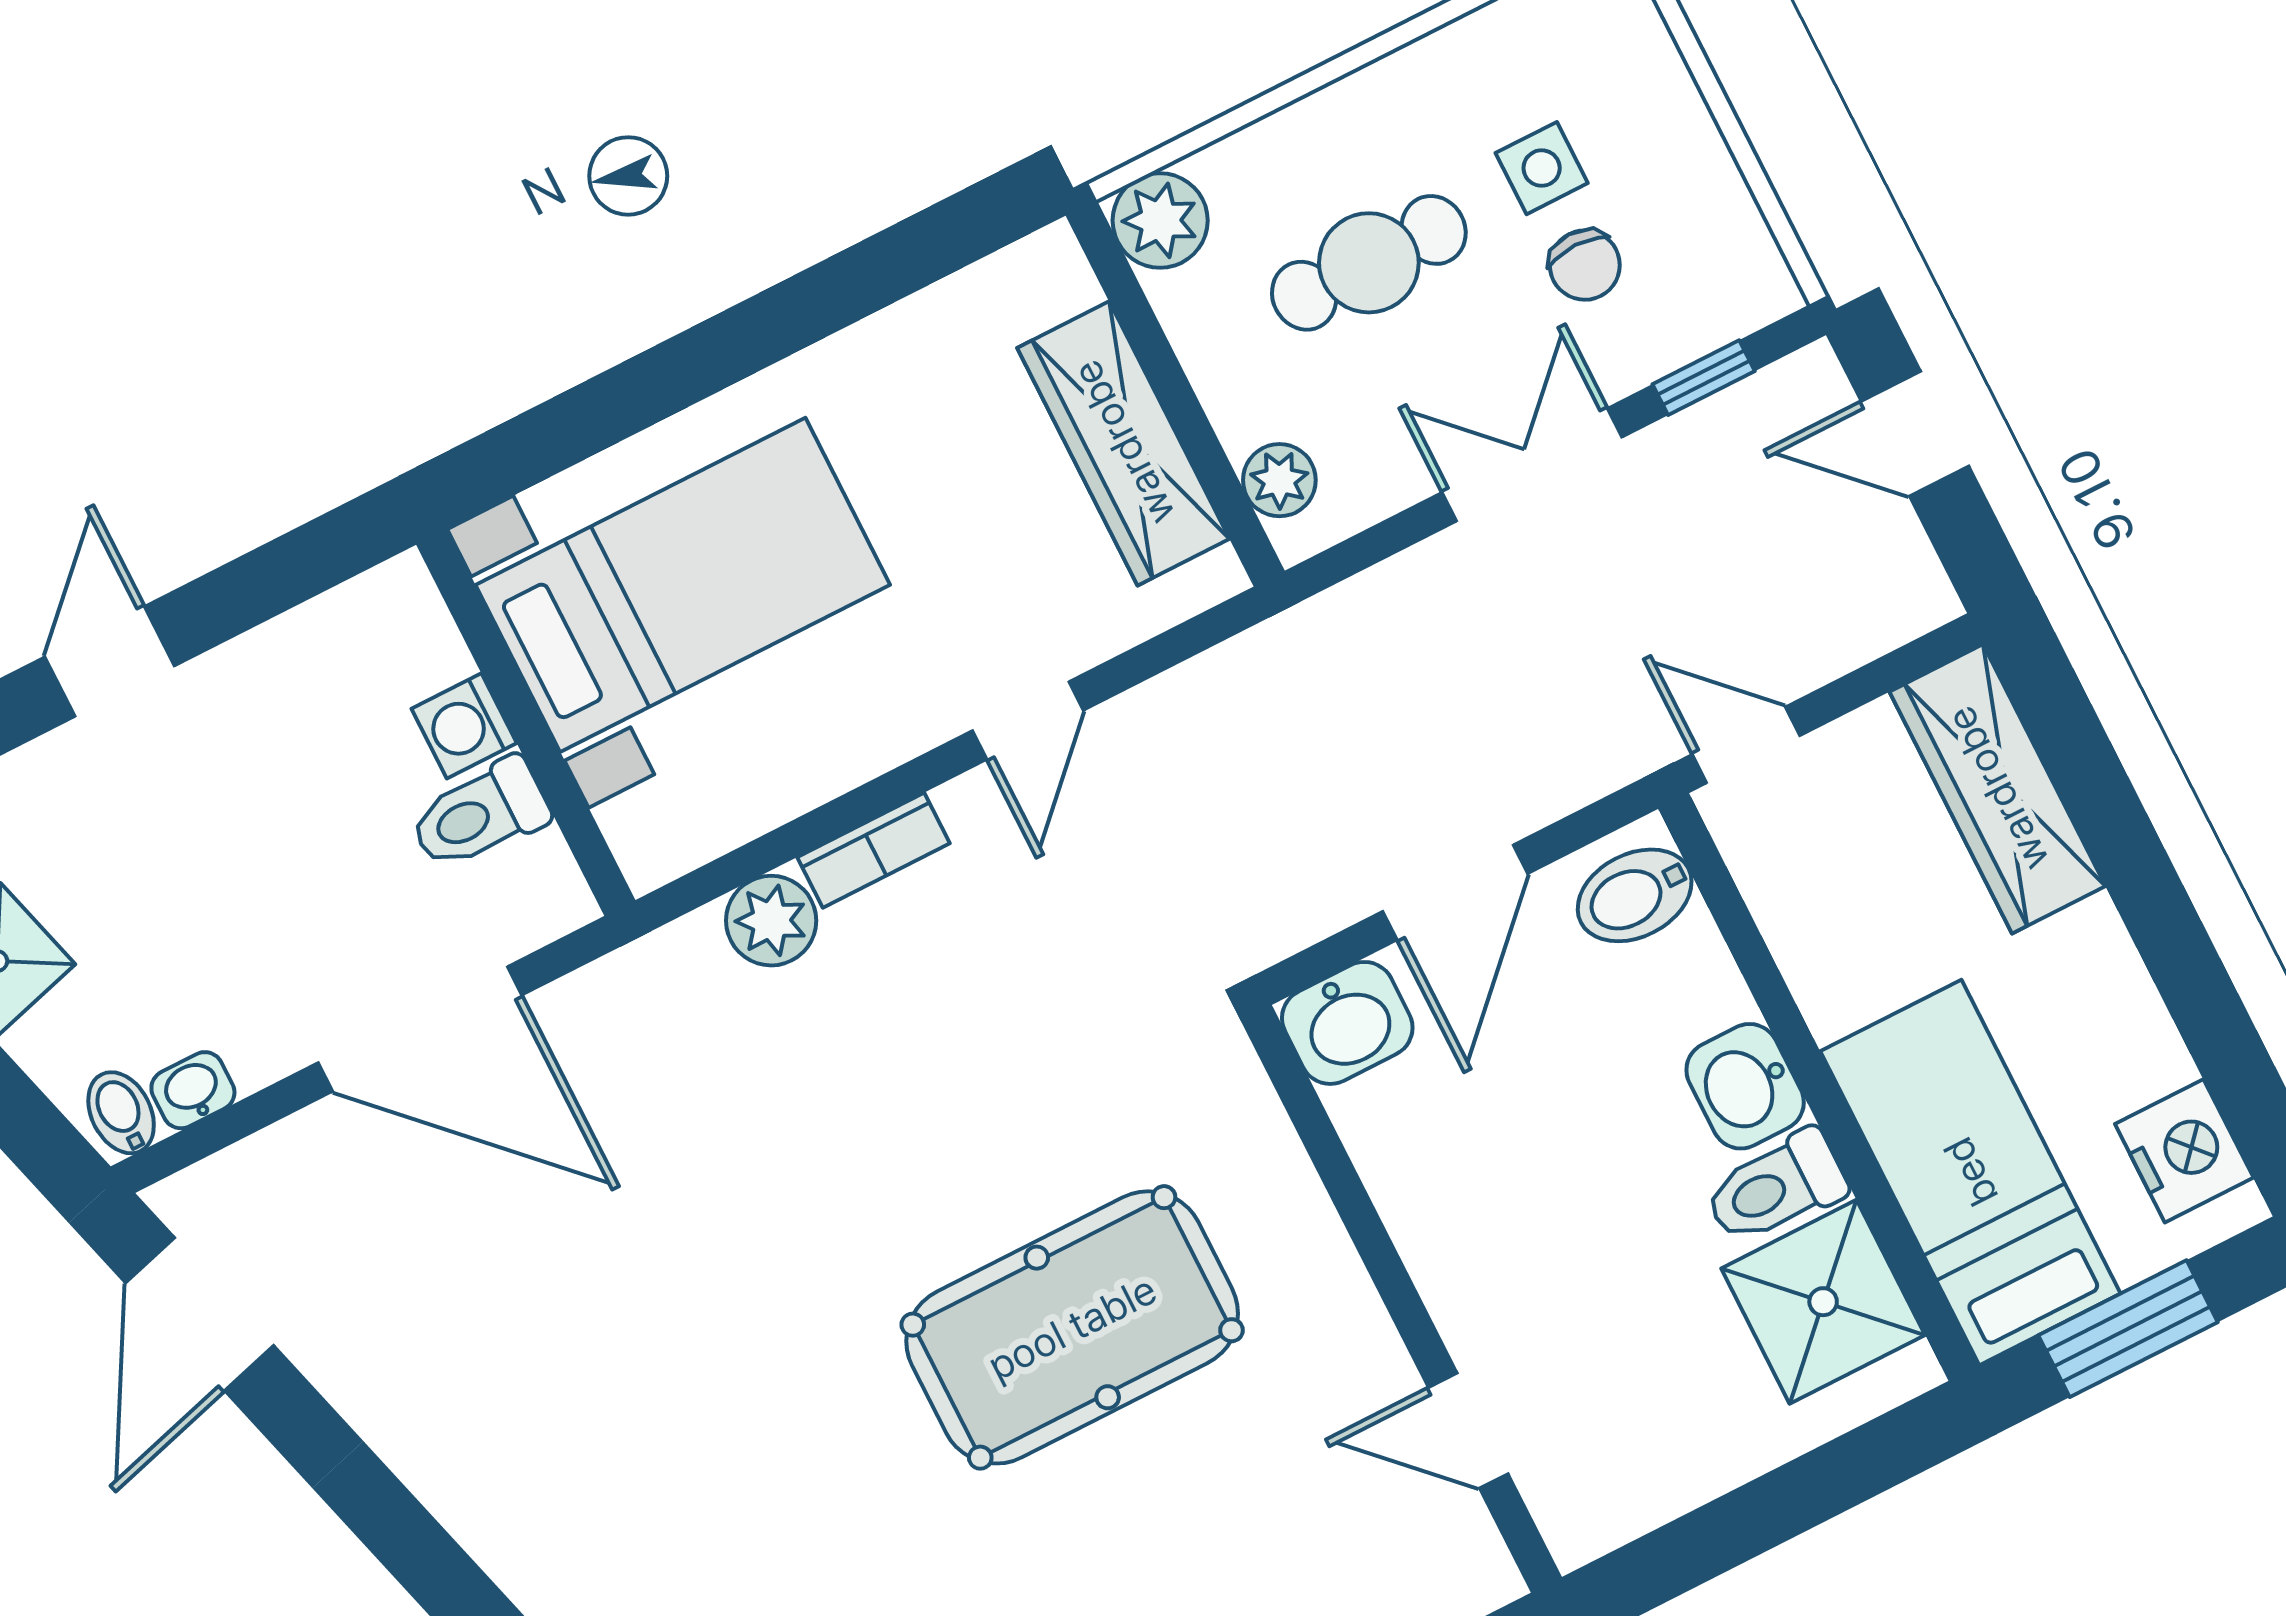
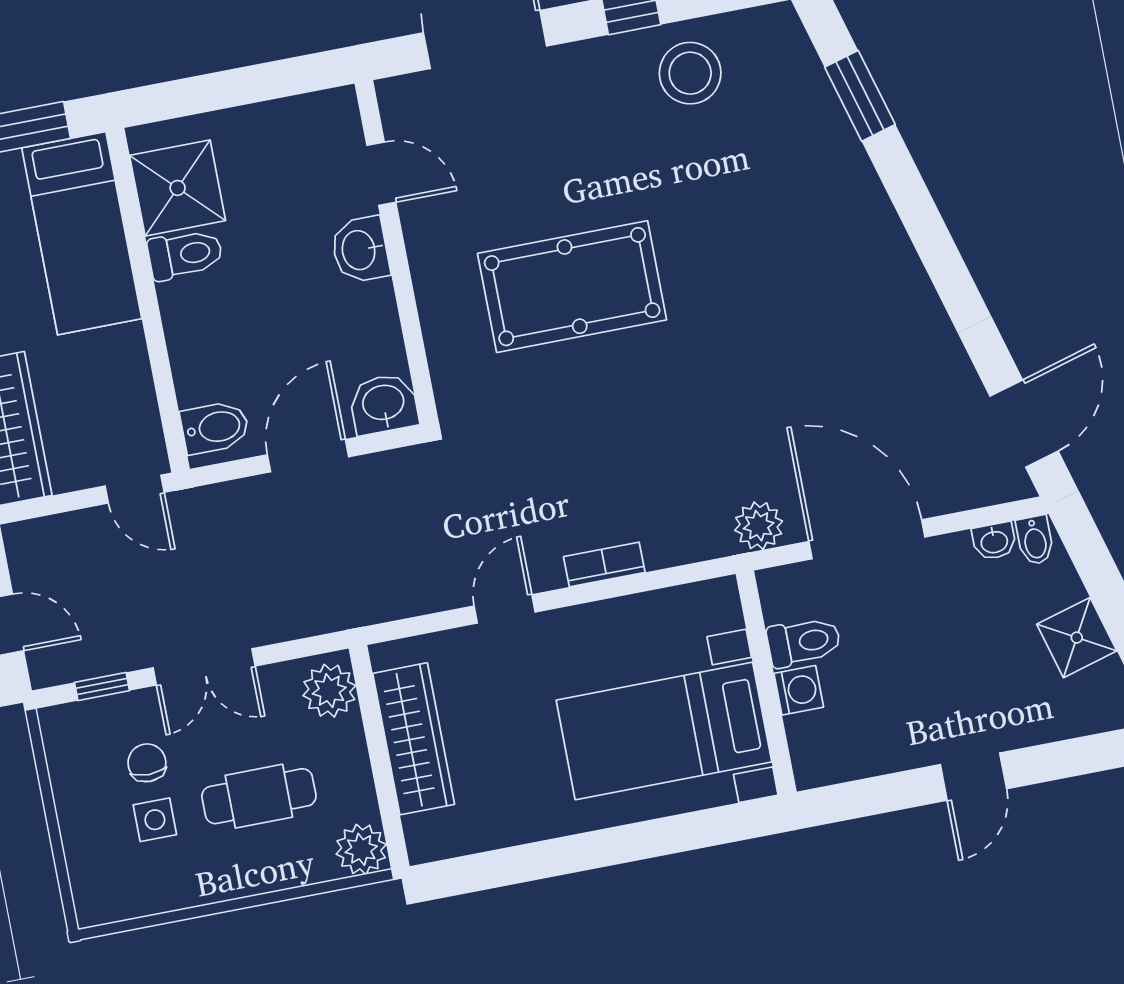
plant: (1279, 480) -> (329, 691), width x1.38, depth x1.38
plant: (771, 921) -> (759, 526), moved
washbasin: (1745, 1086) -> (360, 250), moved, turned 180

